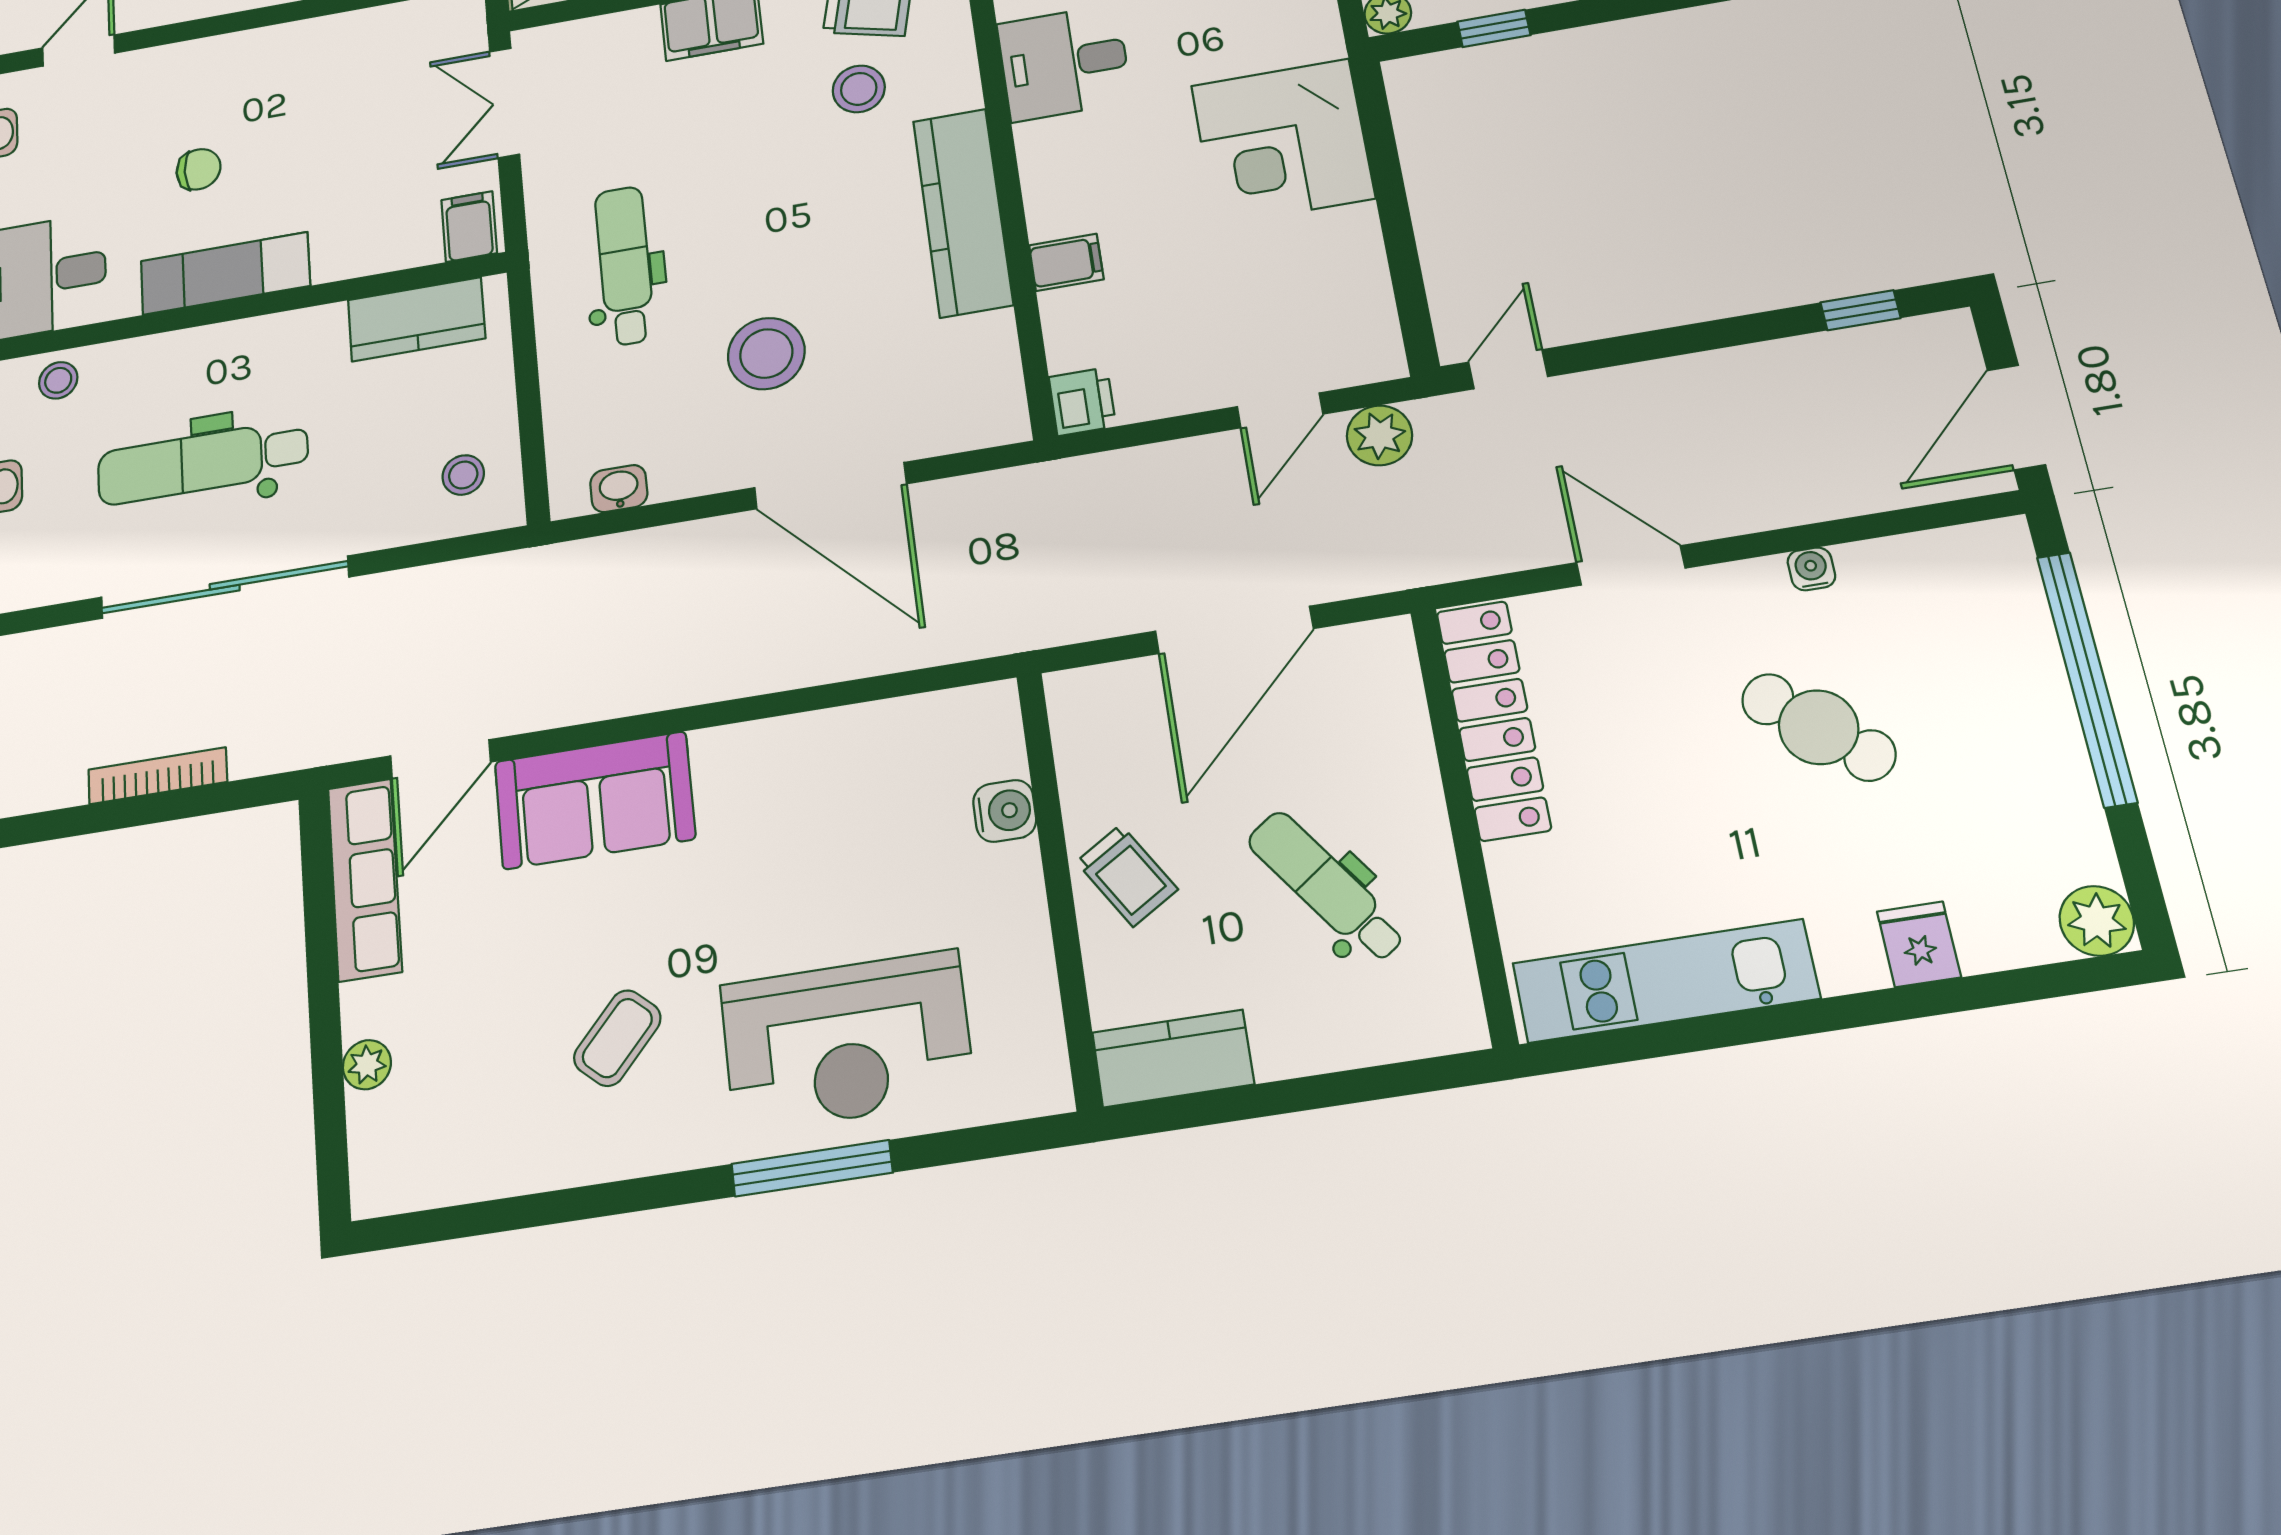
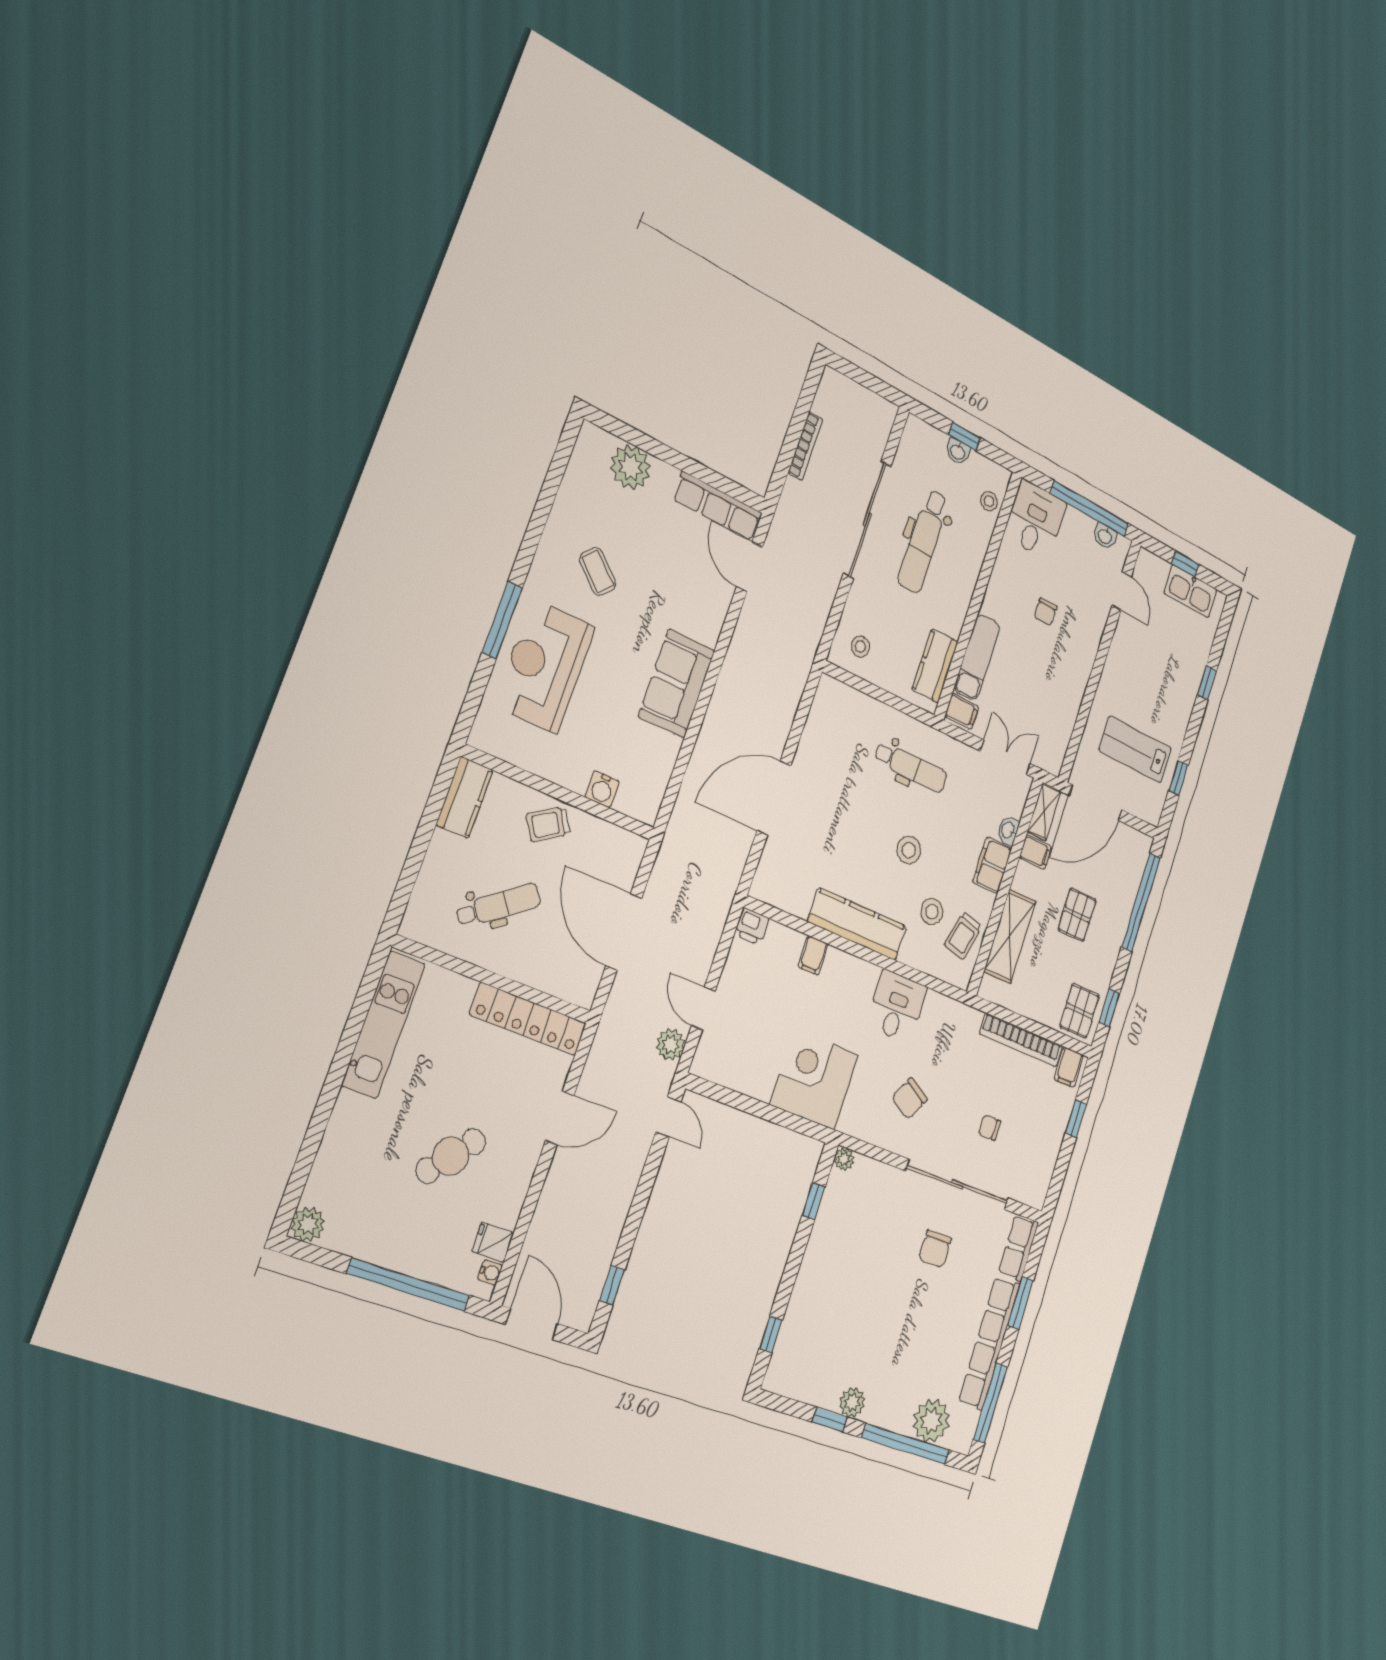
exam couch: (225, 273) -> (977, 657), moved
stool: (766, 354) -> (909, 850), moved, width x0.73, depth x0.73
dental chair: (203, 462) -> (923, 541), turned 180
washbasin: (619, 489) -> (1008, 830), moved, turned 180
water cooler: (1811, 569) -> (490, 1272), moved
sofa: (595, 800) -> (677, 683), moved
fridge: (1919, 944) -> (493, 1242), moved, turned 180
plant: (367, 1065) -> (631, 467), width x1.88, depth x1.88

